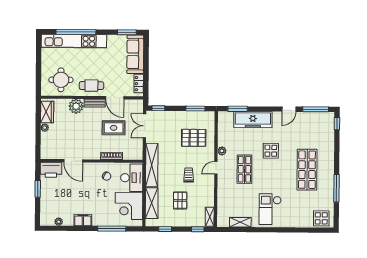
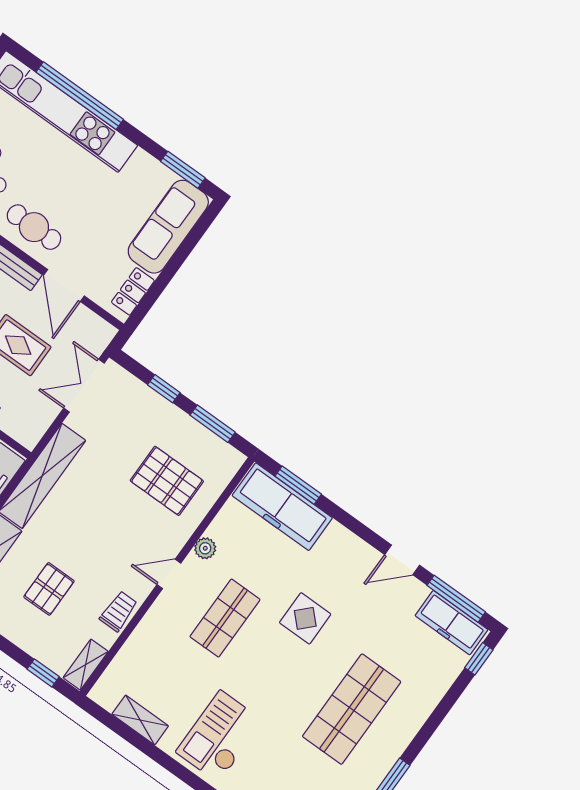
window: (158, 108) -> (164, 389), moved
freezer: (320, 118) -> (451, 623), added
freezer: (253, 120) -> (282, 507), moved
trolley: (189, 175) -> (119, 611), moved

